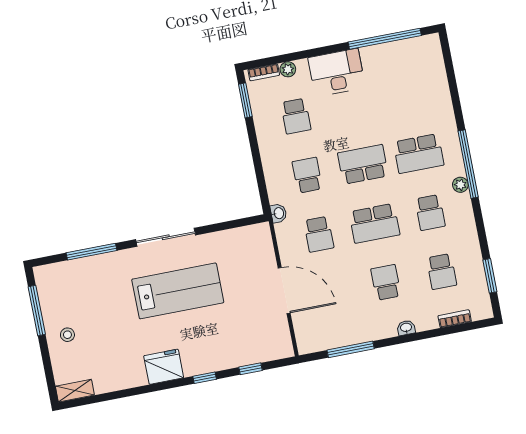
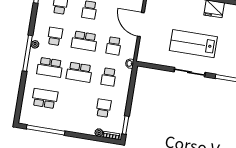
desk: (337, 73) -> (75, 122), removed
school desk: (407, 95) -> (45, 98), added
school desk: (419, 154) -> (50, 67), turned 180
school desk: (374, 223) -> (84, 41), turned 180
school desk: (319, 234) -> (114, 46), turned 180

